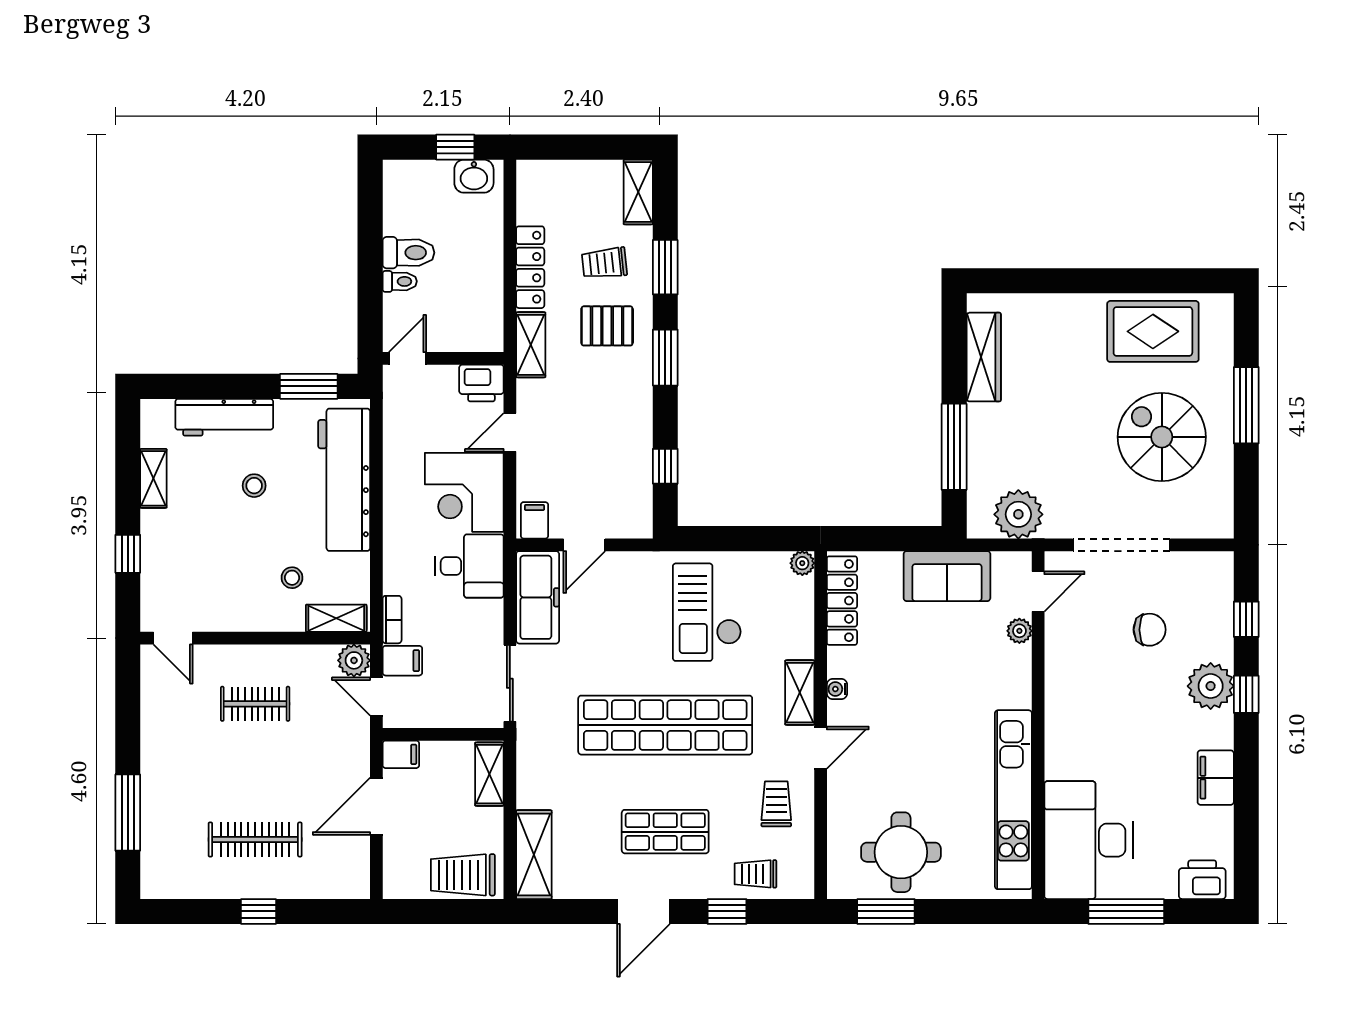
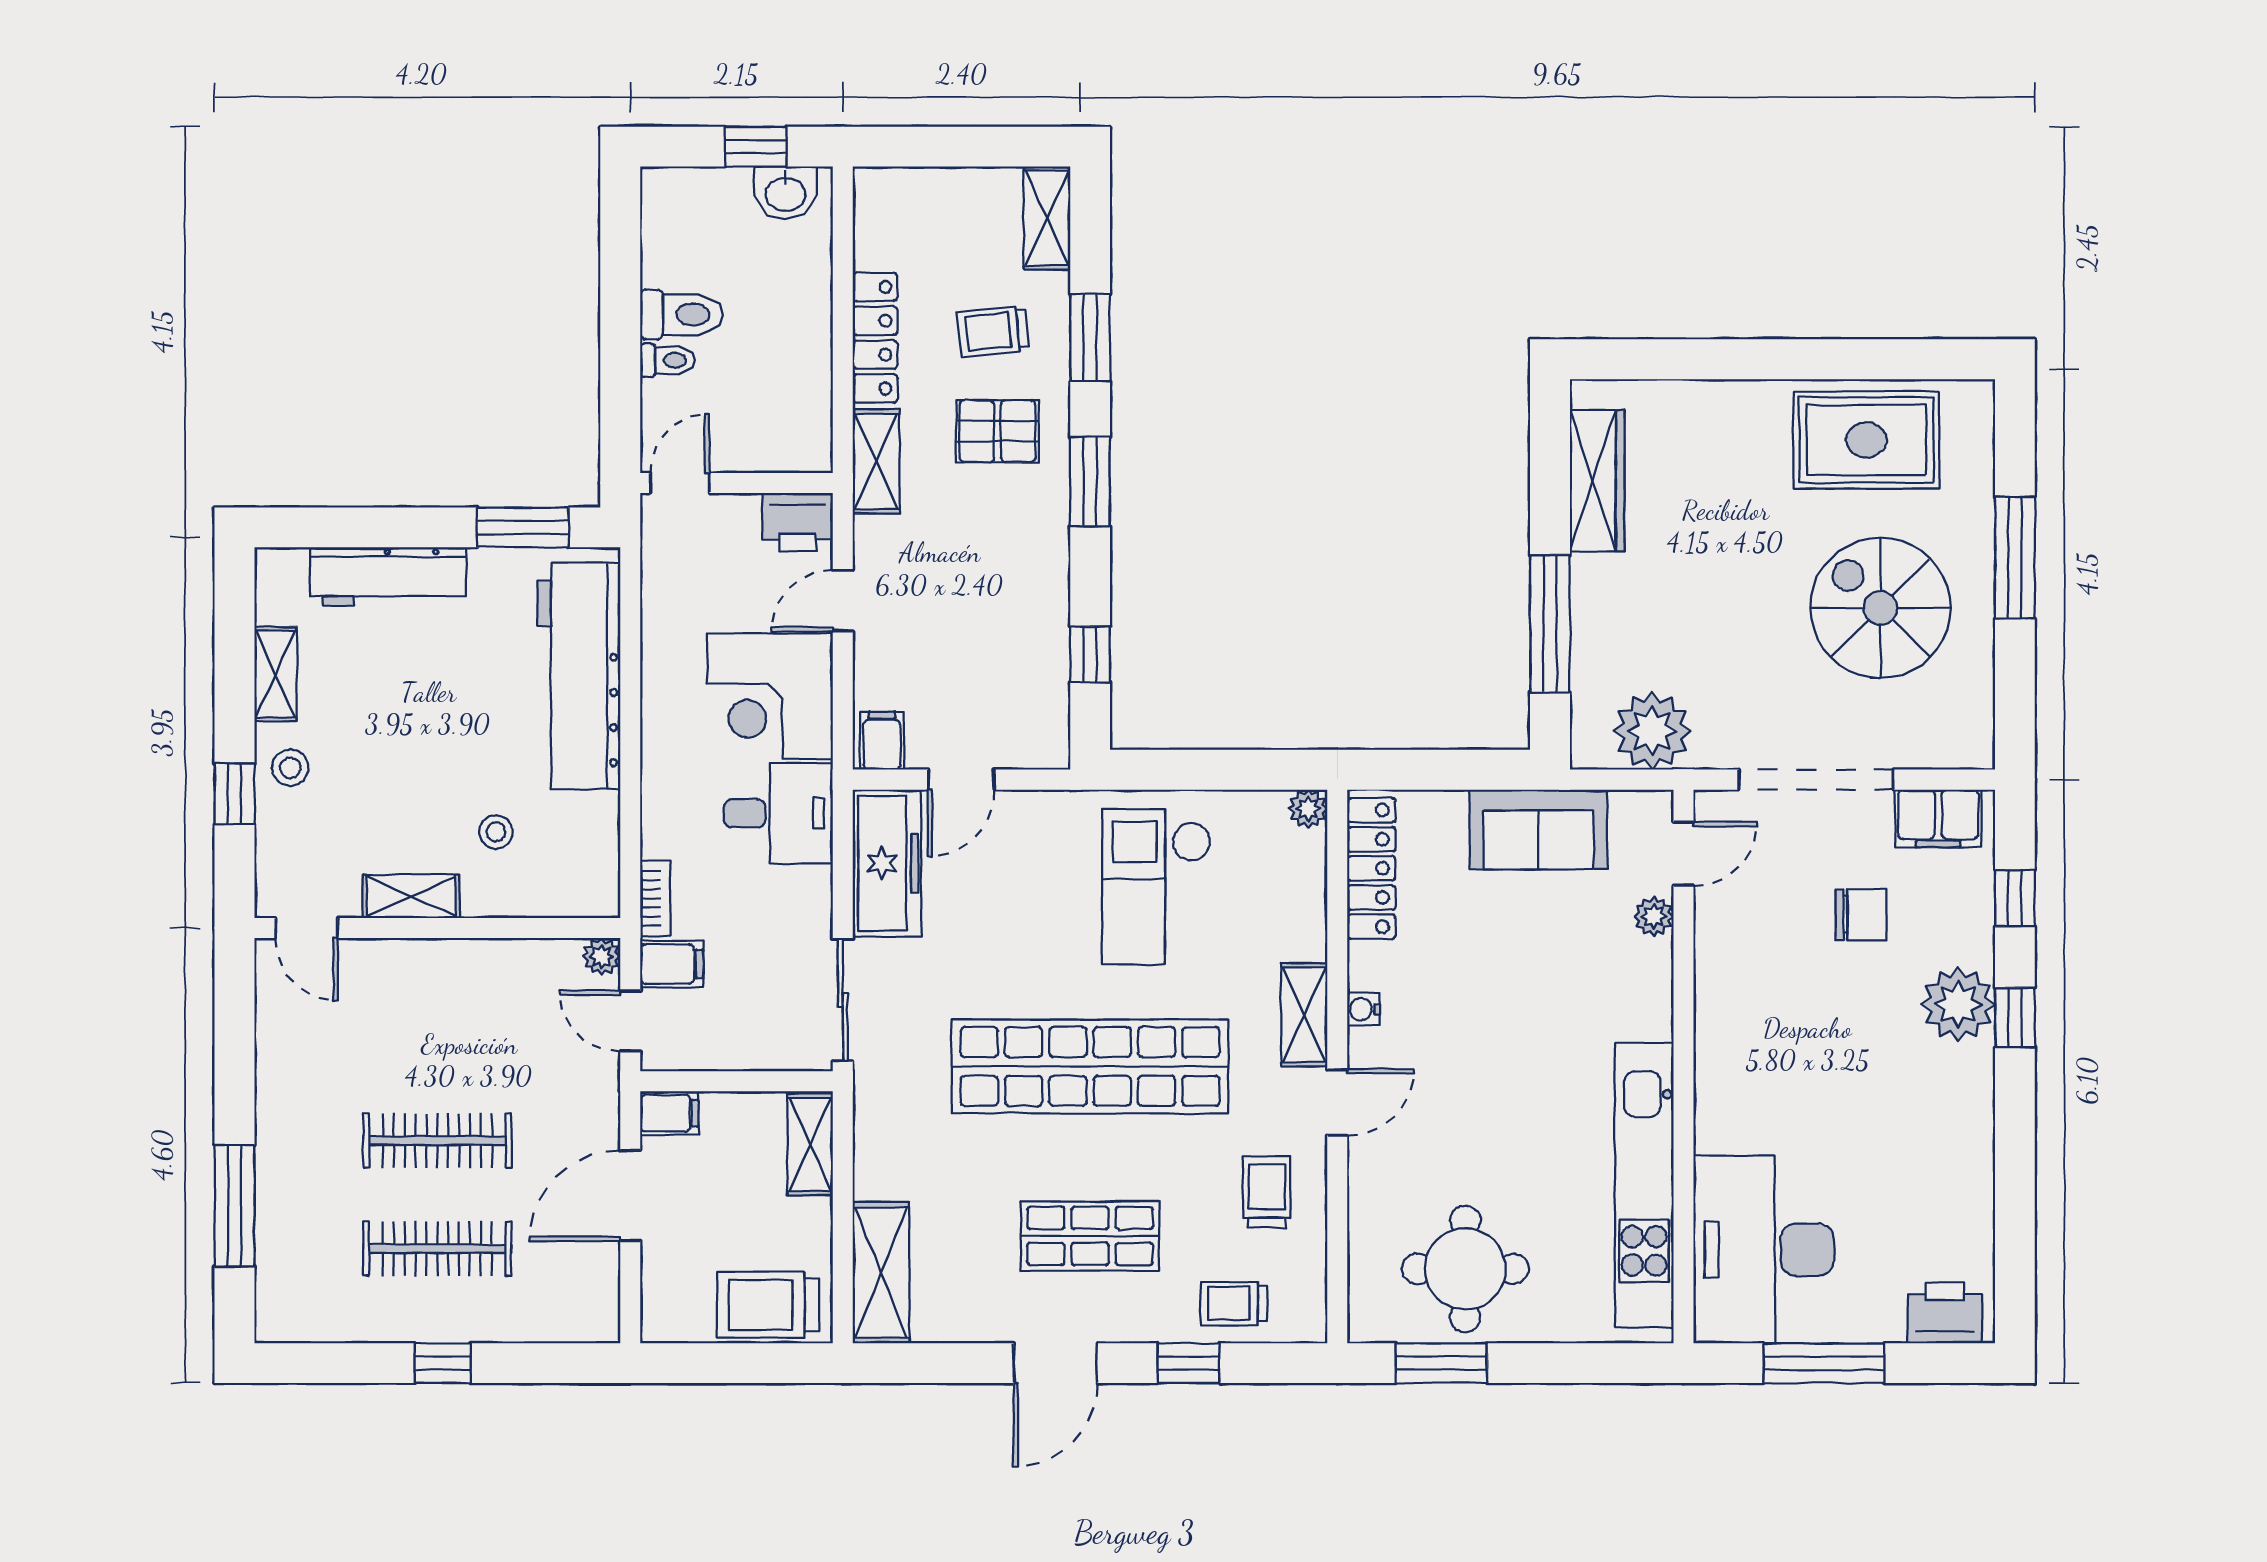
stool: (254, 486) -> (290, 768), moved
shelving: (336, 618) -> (411, 896), moved
plant: (354, 660) -> (602, 957), width x0.73, depth x0.73
clothes rail: (255, 704) -> (437, 1141), moved, width x1.36
filing cabinet: (1216, 778) -> (1938, 818), moved, turned -90

